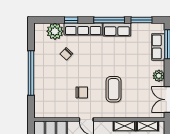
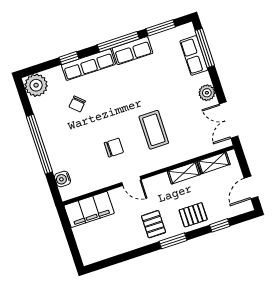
plant: (55, 31) -> (36, 85), moved
water cooler: (39, 102) -> (63, 179), added

